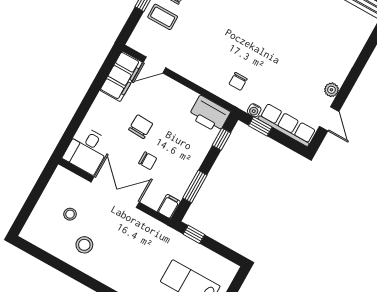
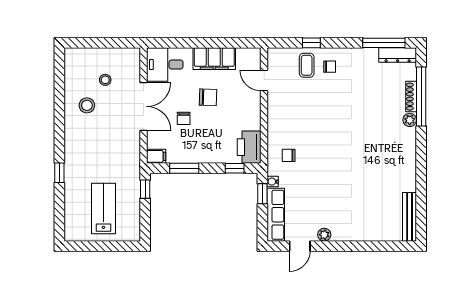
filing cabinet: (121, 76) -> (214, 59), moved

